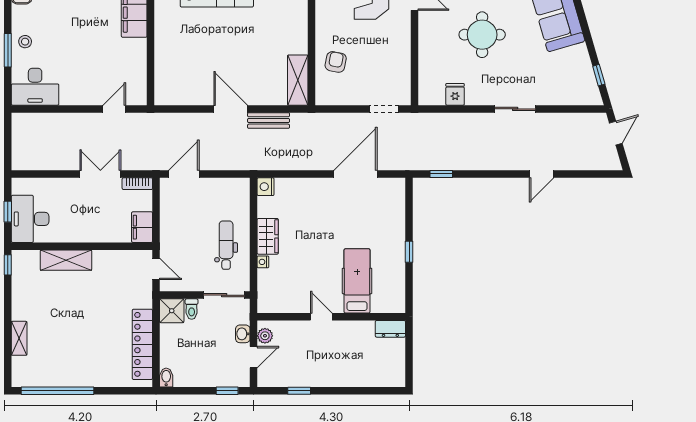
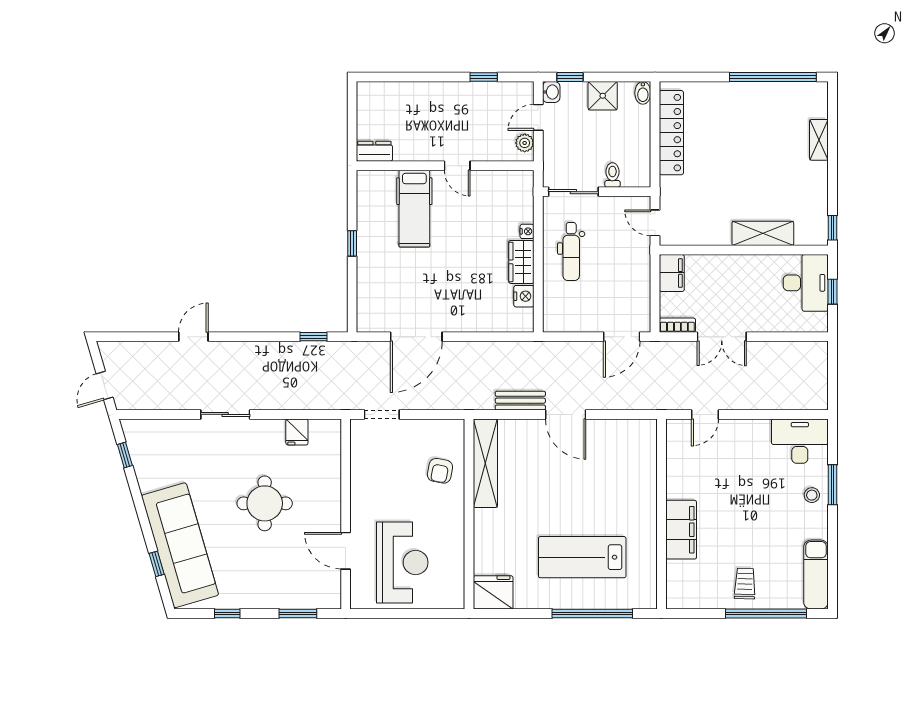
shelving: (298, 80) -> (485, 463), width x1.47
nightstand: (266, 187) -> (524, 296), moved
shower: (172, 311) -> (603, 96), moved
washbasin: (243, 334) -> (551, 92), moved

